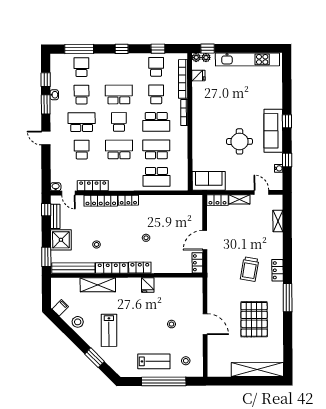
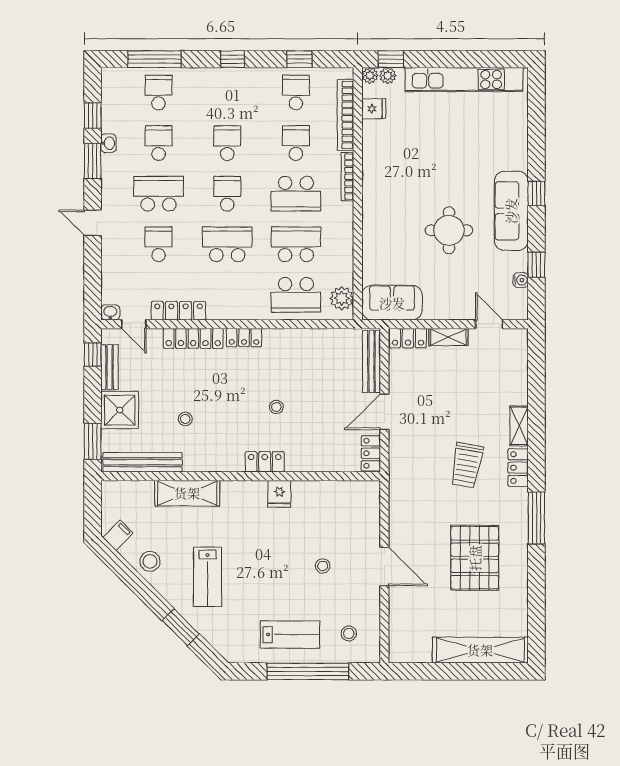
school desk: (119, 94) -> (227, 143), width x0.54
plant: (181, 179) -> (342, 298), added
bench: (198, 213) -> (371, 361), added
shelving: (278, 221) -> (519, 426), moved
locker: (112, 268) -> (213, 462), removed

